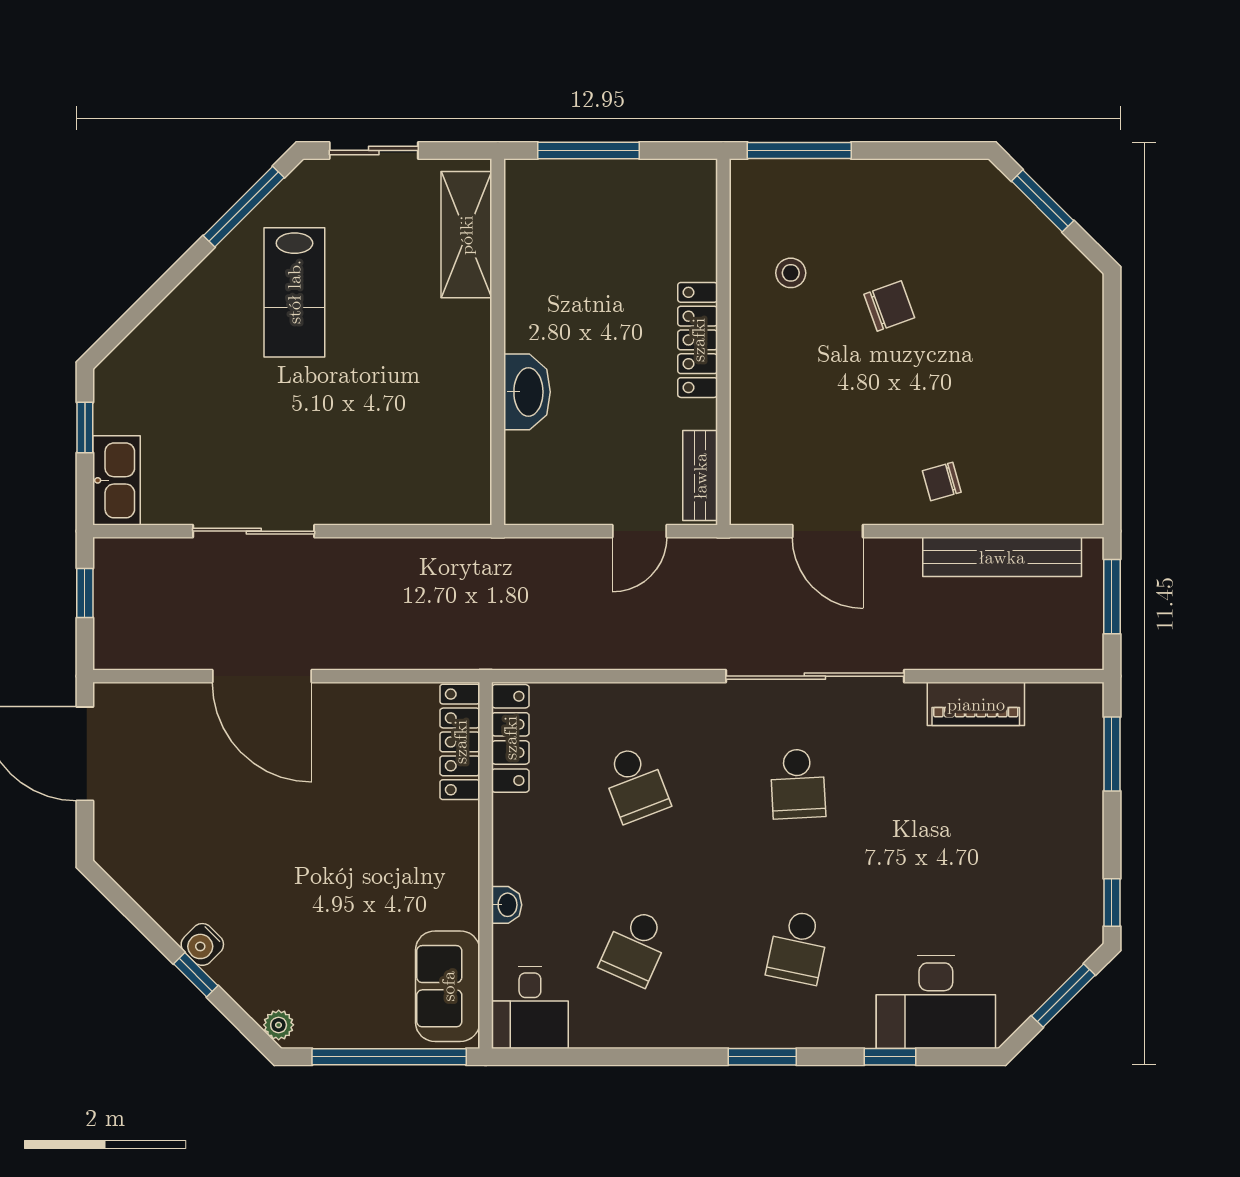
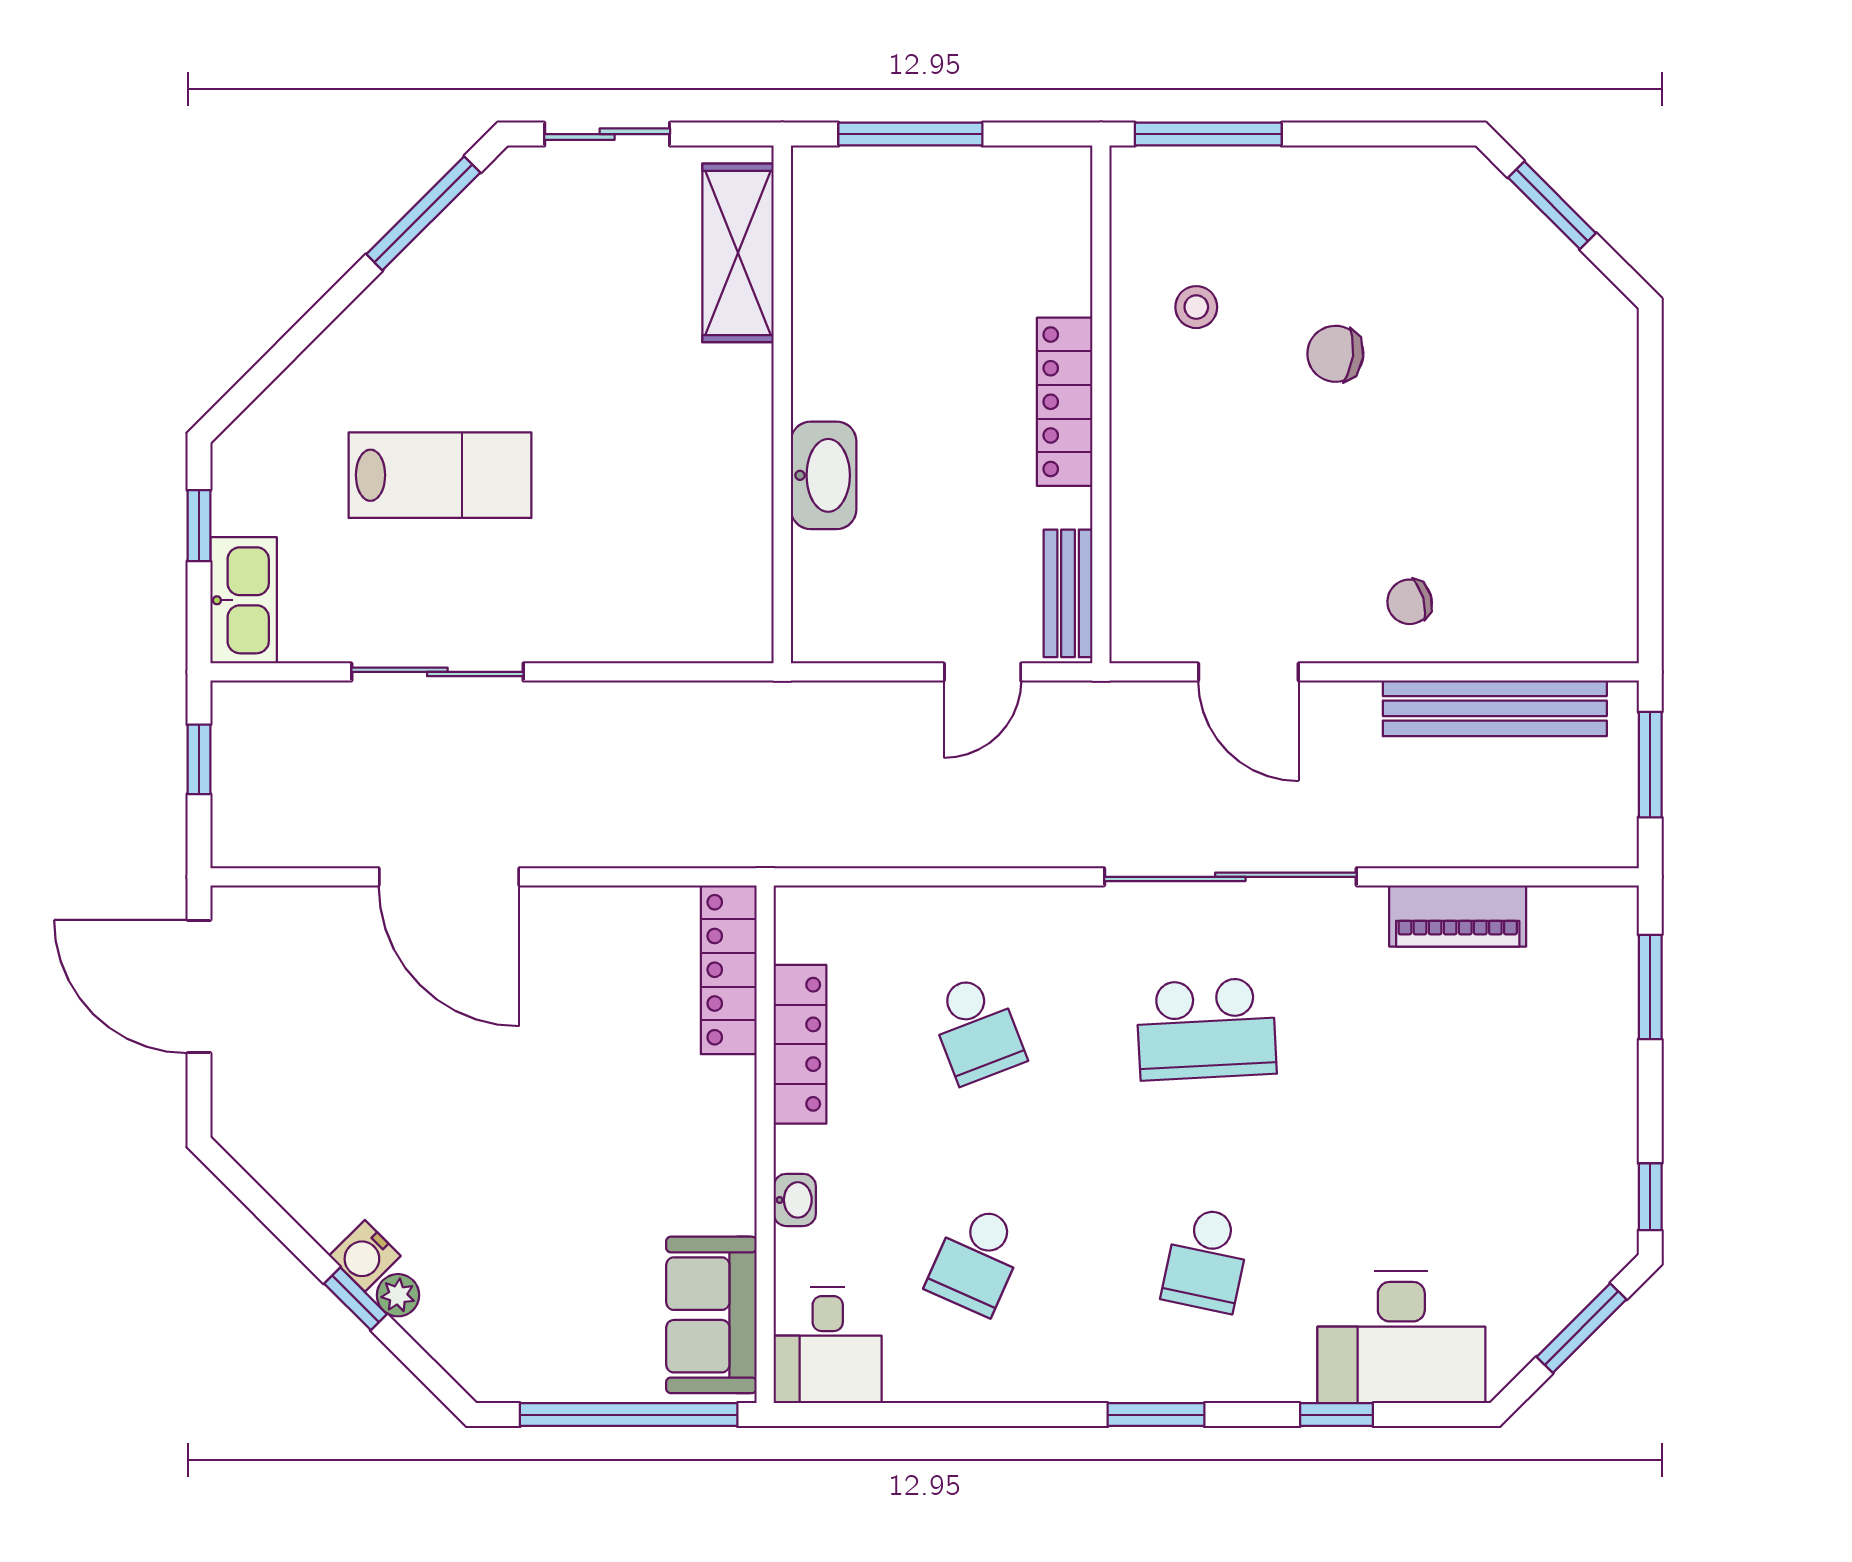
lab bench: (294, 292) -> (440, 475), moved, turned -90
chair: (889, 306) -> (1335, 354), turned -153
locker: (510, 738) -> (800, 1044), moved
school desk: (798, 784) -> (1206, 1029), width x1.85
plant: (279, 1025) -> (398, 1295), moved

